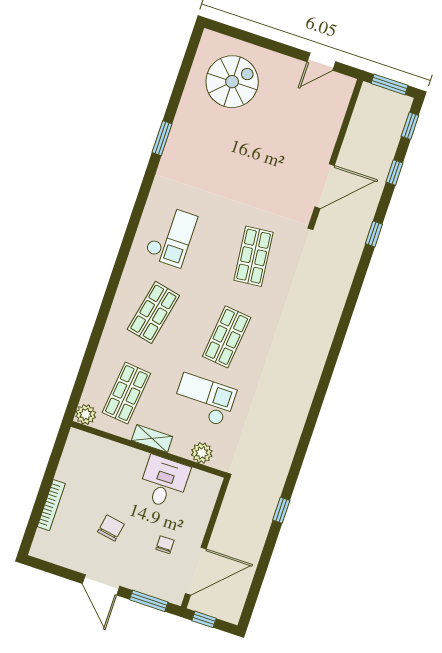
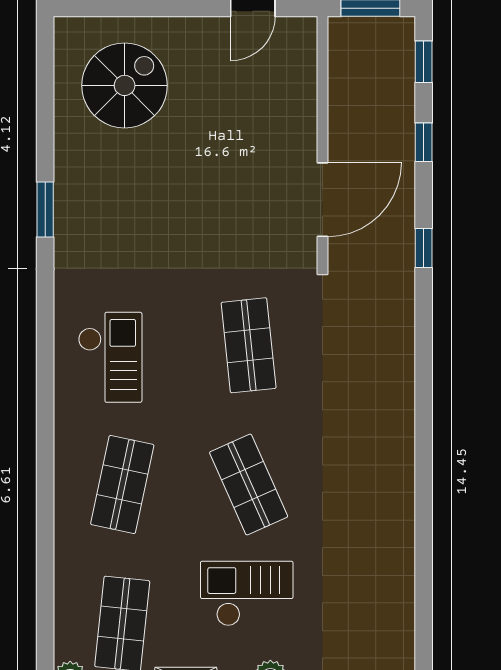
shop shelf: (227, 337) -> (249, 485), turned -30

